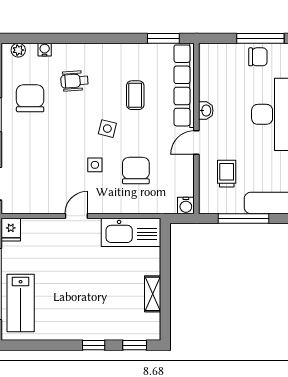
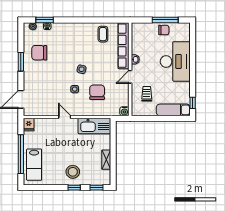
window: (163, 38) -> (45, 20), moved
wheelchair: (75, 81) -> (64, 43), removed
coffee table: (135, 95) -> (103, 34), moved
chair: (30, 98) -> (39, 53), turned -90
door: (76, 216) -> (65, 117), hinge flipped
window: (243, 218) -> (156, 118), removed
stool: (91, 316) -> (73, 172), added

